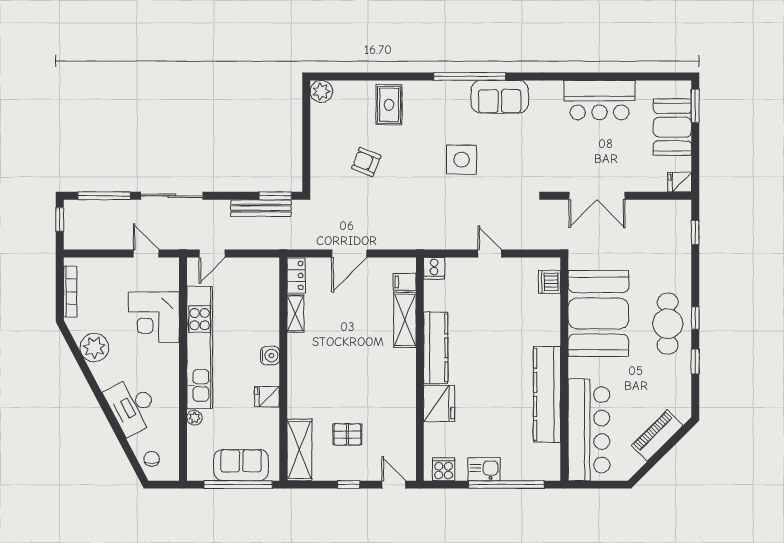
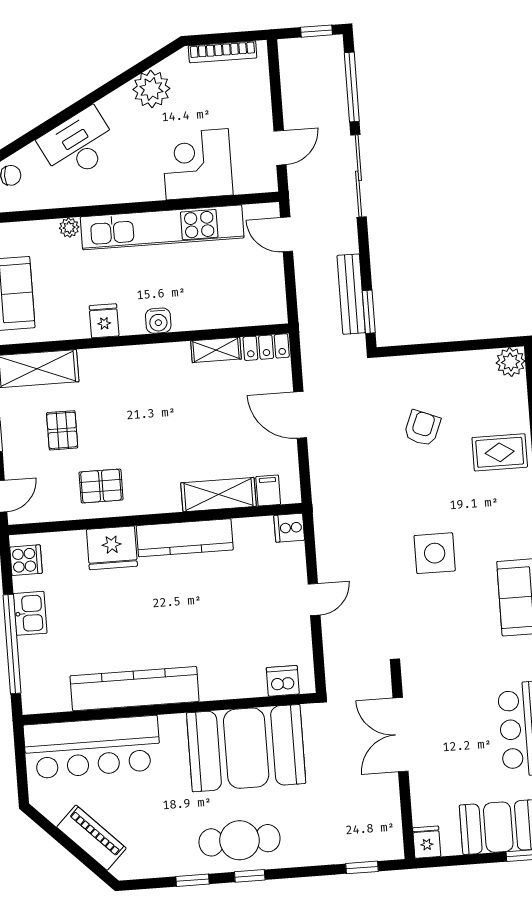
pallet: (392, 408) -> (101, 486), added

